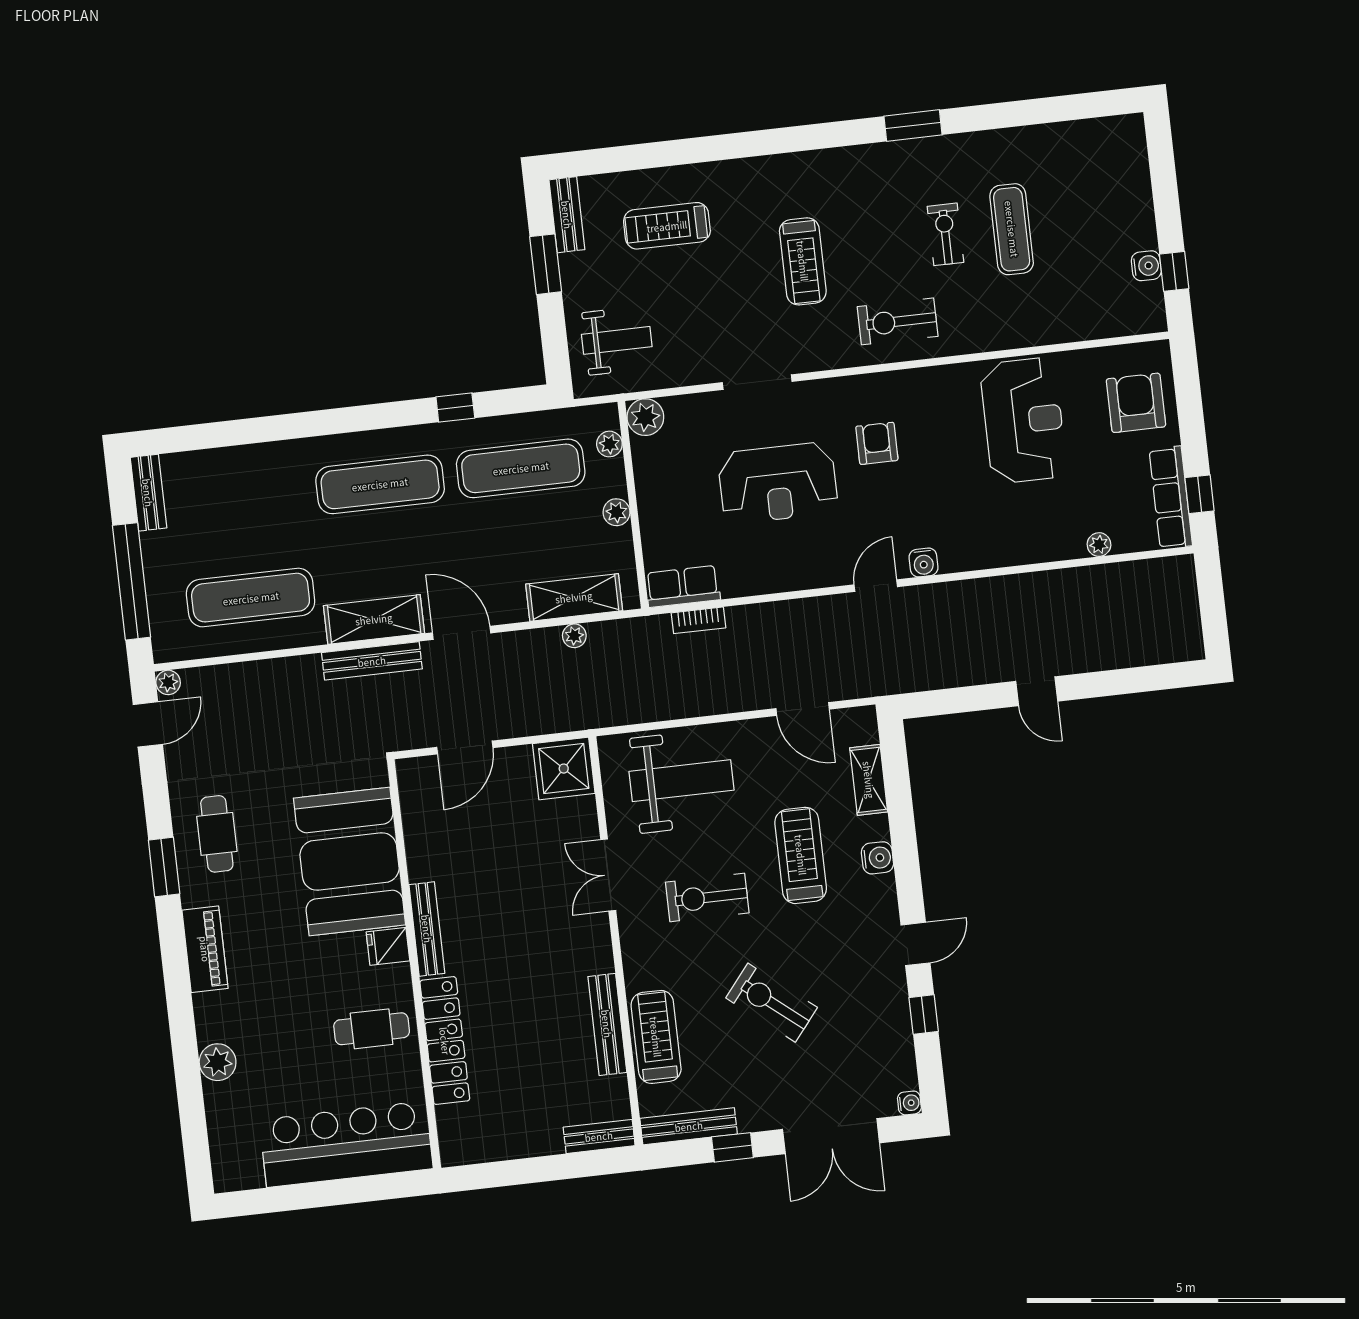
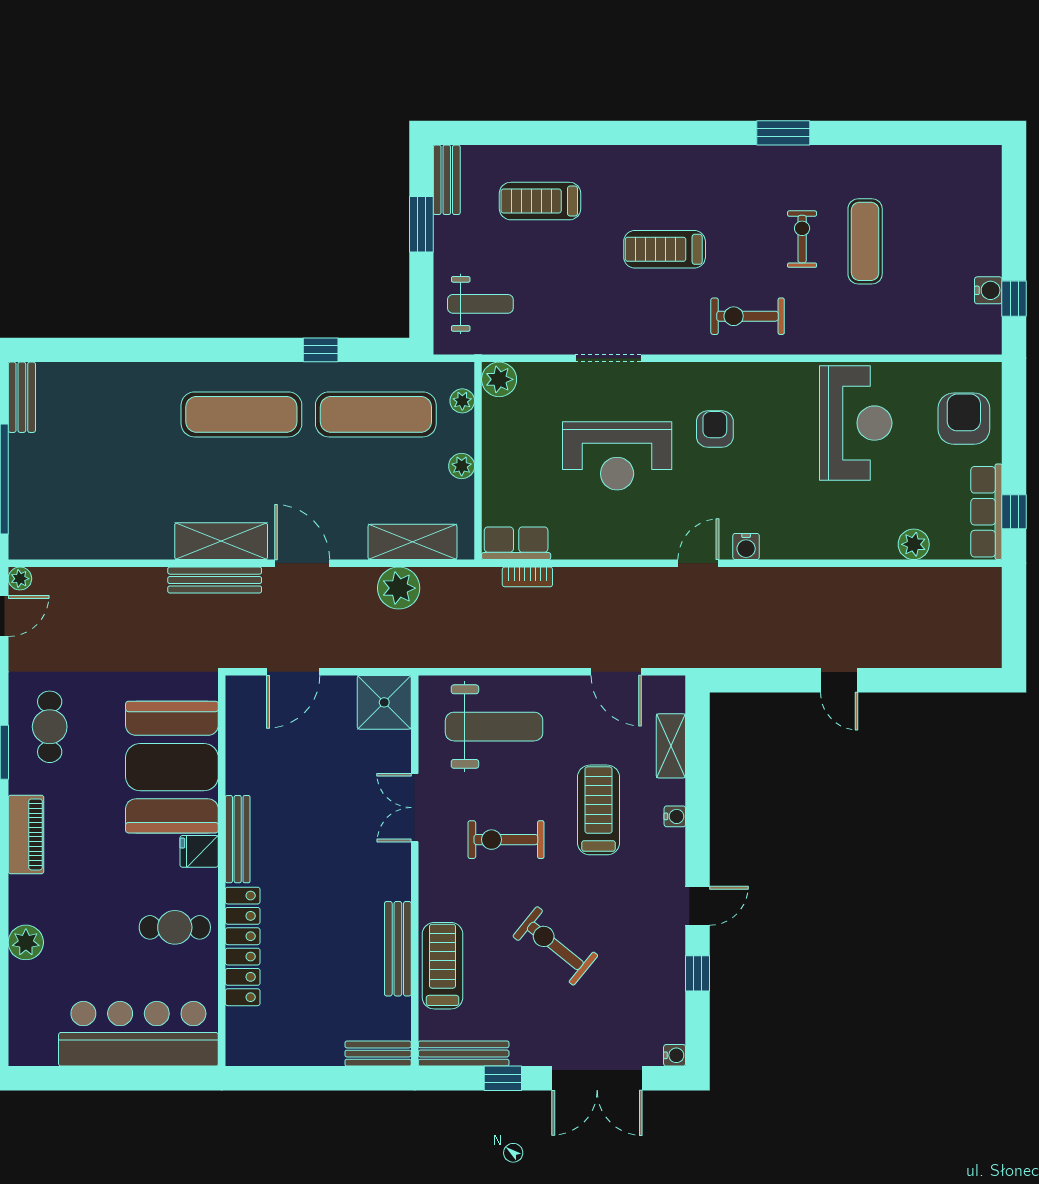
treadmill: (803, 261) -> (665, 249), turned 90
plant: (1099, 545) -> (914, 544), width x1.38, depth x1.38
exercise mat: (251, 598) -> (107, 507), removed
plant: (574, 636) -> (399, 588), width x1.87, depth x1.87
water cooler: (877, 858) -> (675, 816), width x0.72, depth x0.72

